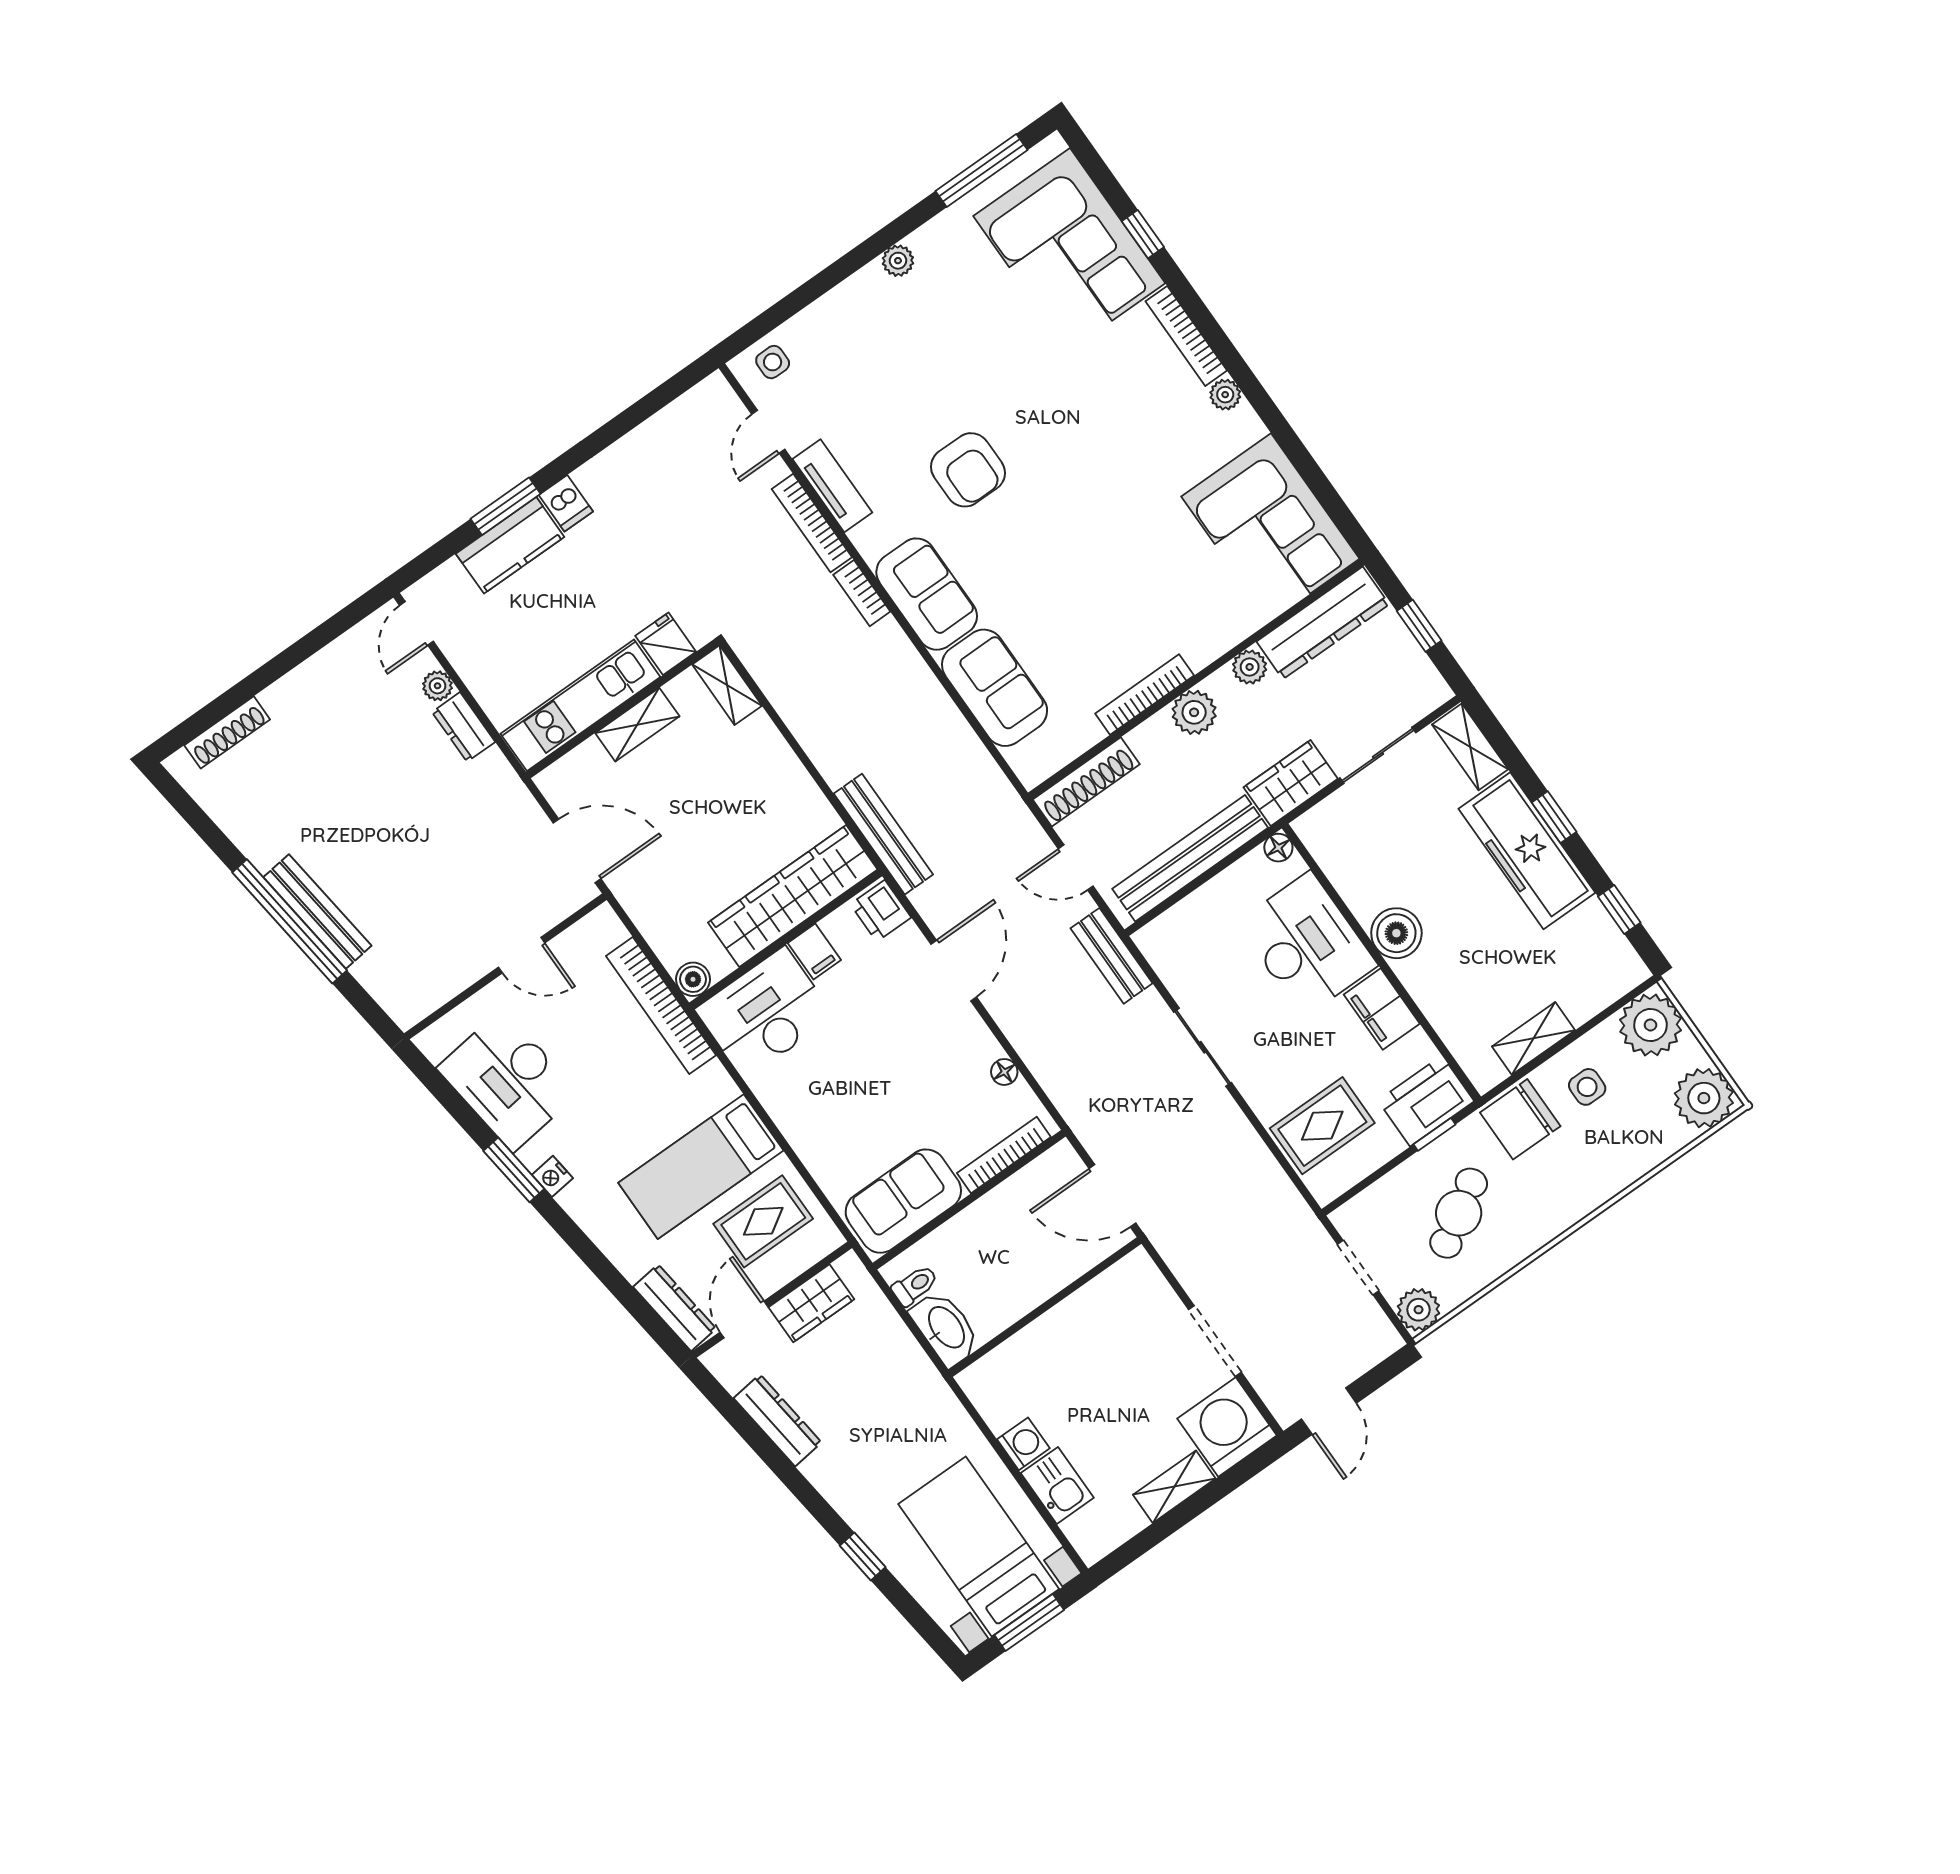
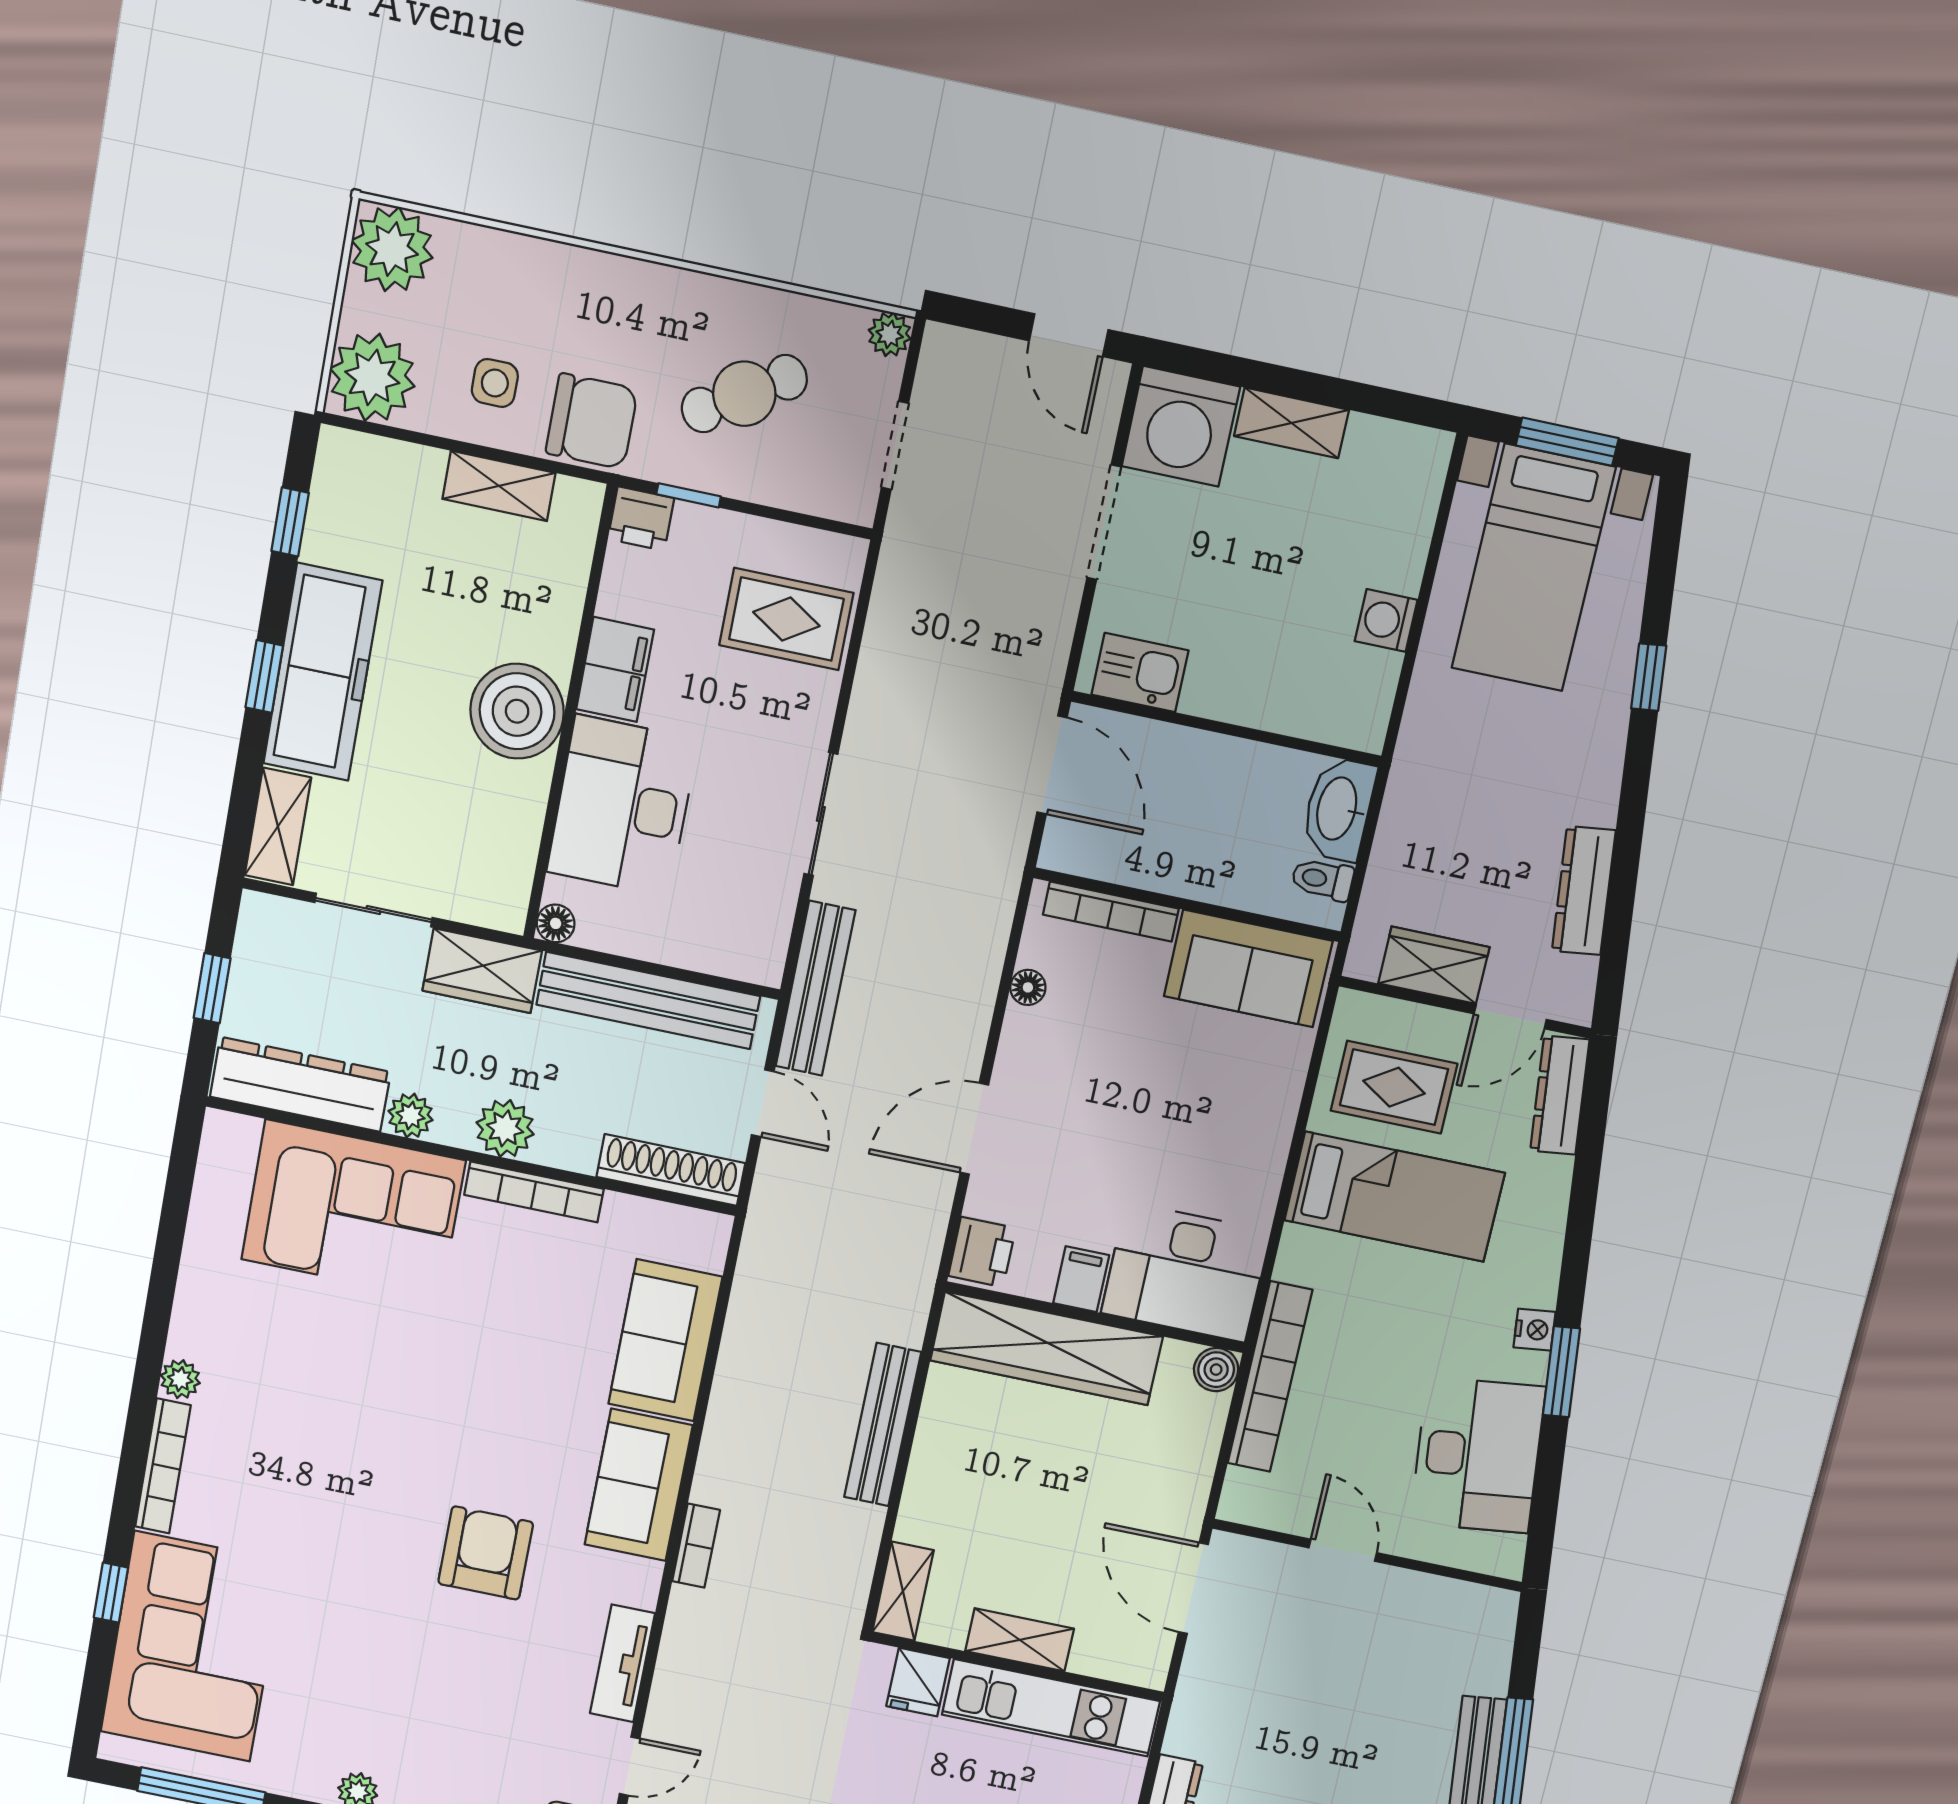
bookcase: (812, 523) -> (675, 1651), removed
corner sofa: (1270, 528) -> (353, 1210), moved, turned 90
bench: (883, 834) -> (883, 1425), moved
boiler: (1396, 933) -> (517, 711), width x1.37, depth x1.37
bench: (1112, 956) -> (816, 988), width x1.36
printer: (1426, 1101) -> (641, 519), width x0.53, depth x0.68
plant: (1419, 1310) -> (890, 334), width x0.73, depth x0.73
door: (1329, 1411) -> (1069, 335), swing flipped
kitchen sink: (1057, 1485) -> (1140, 673), moved, turned 90

